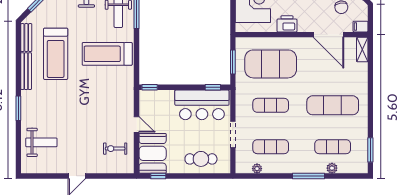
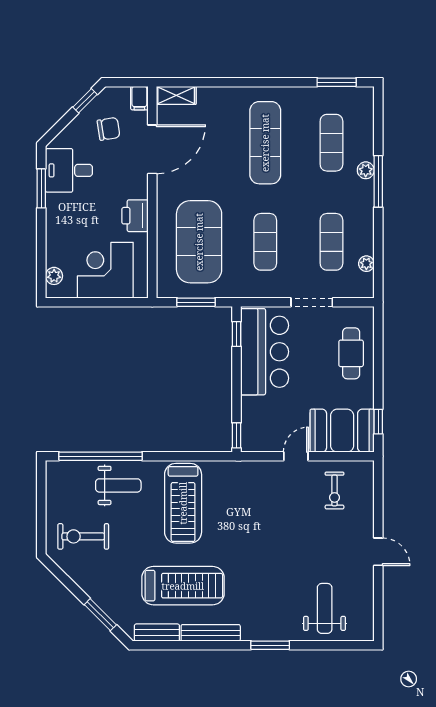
plant: (332, 168) -> (366, 170), moved

